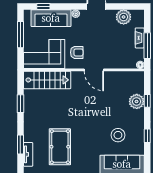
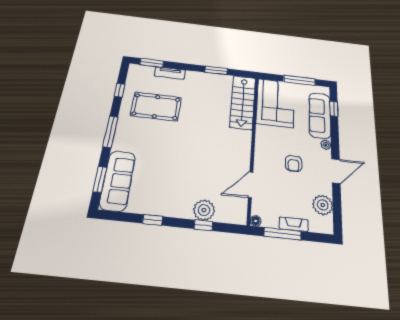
armchair: (77, 52) -> (294, 164), moved
door: (94, 70) -> (251, 185), moved
stool: (118, 135) -> (160, 180), removed
window: (20, 144) -> (152, 63), moved
tv unit: (28, 154) -> (170, 73), moved

